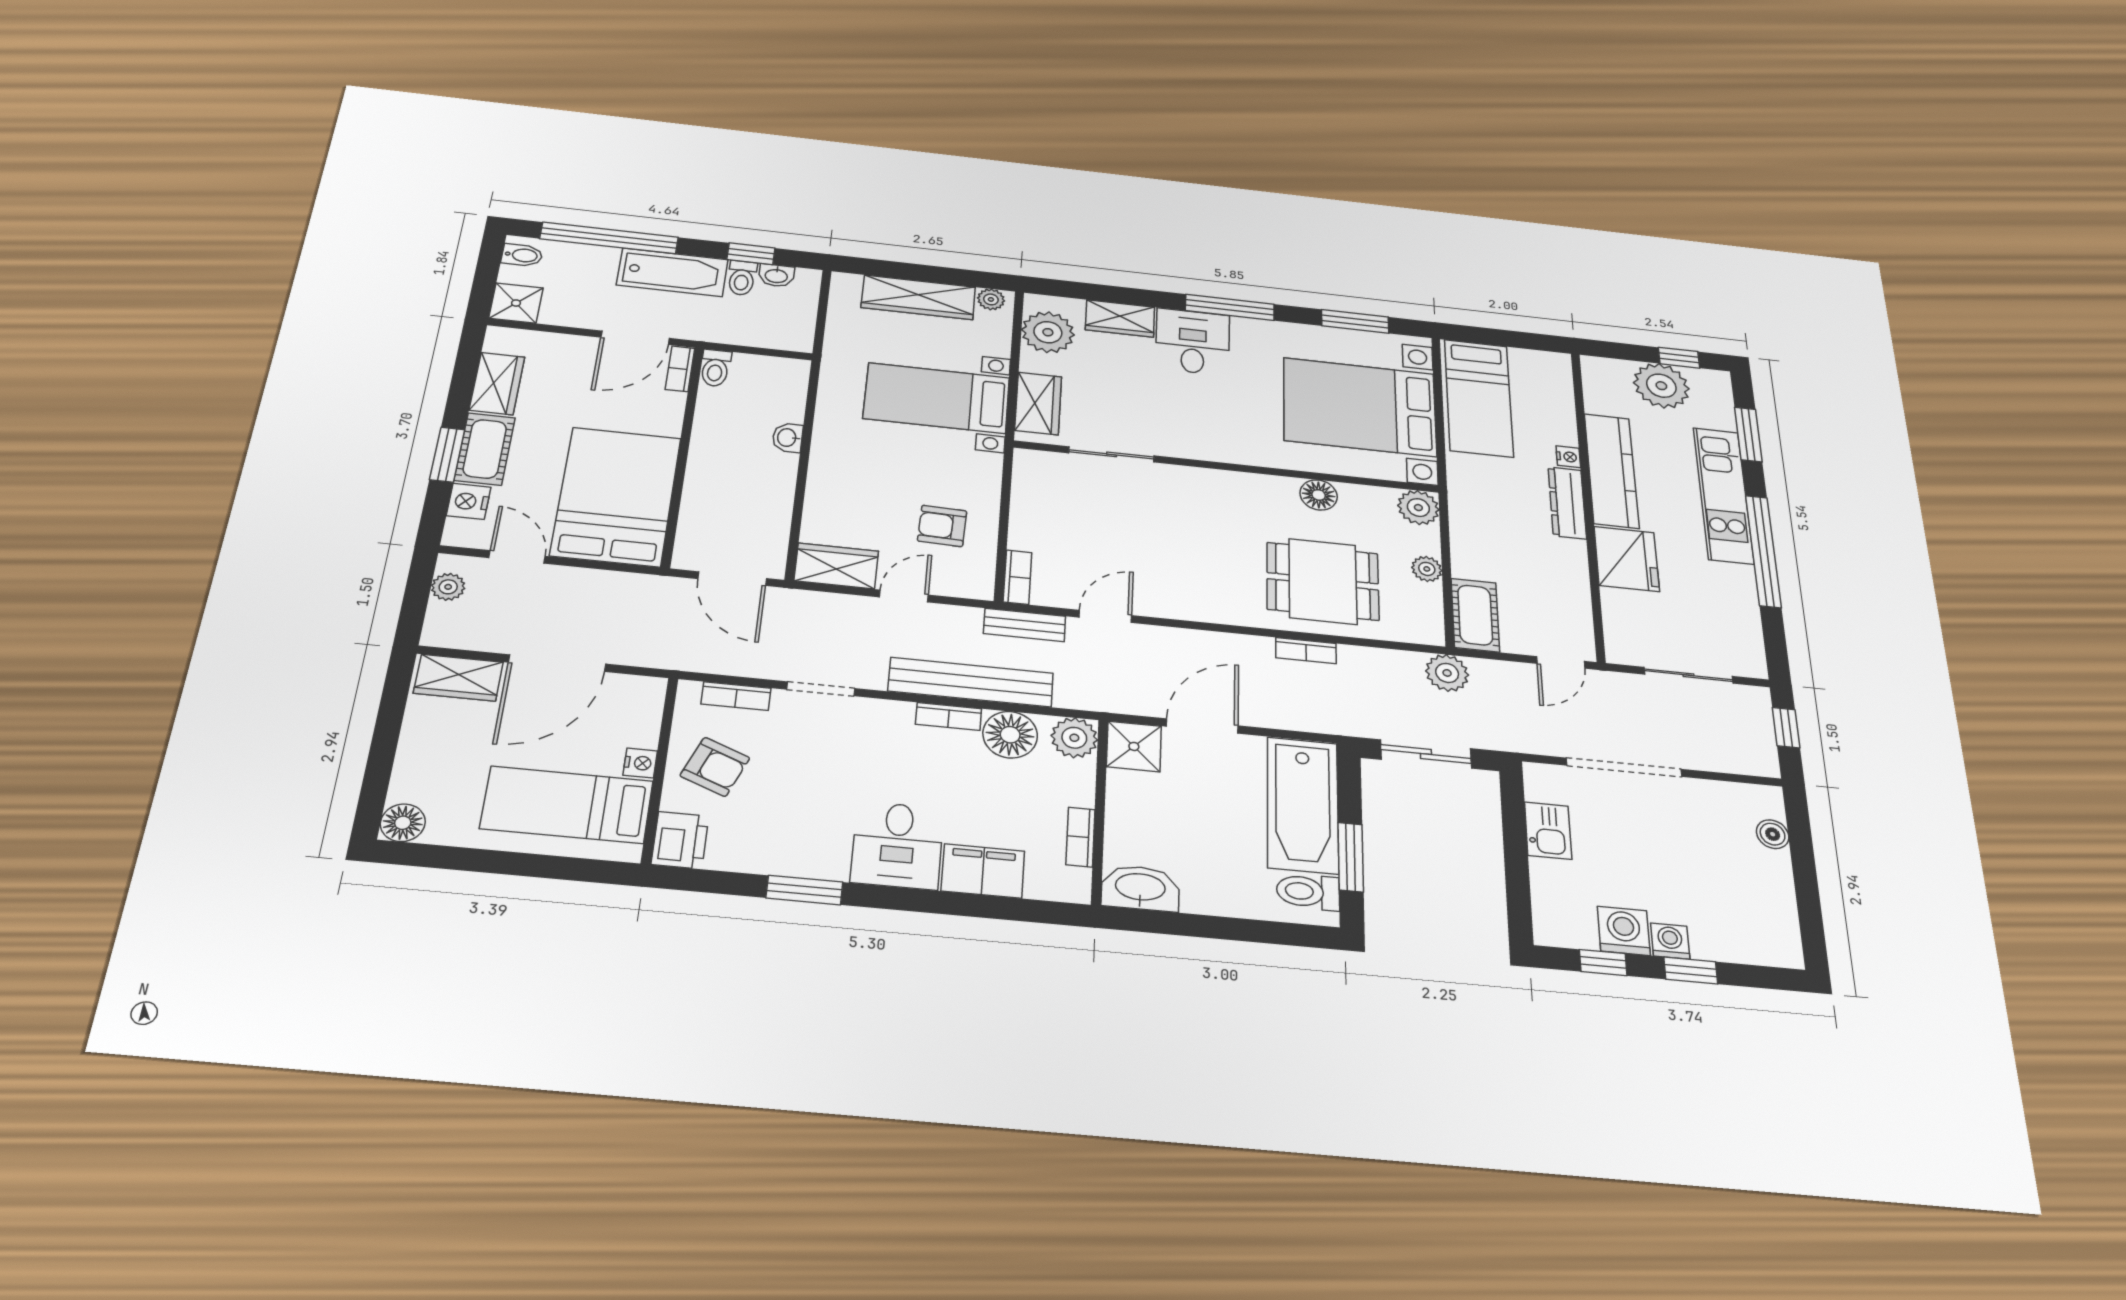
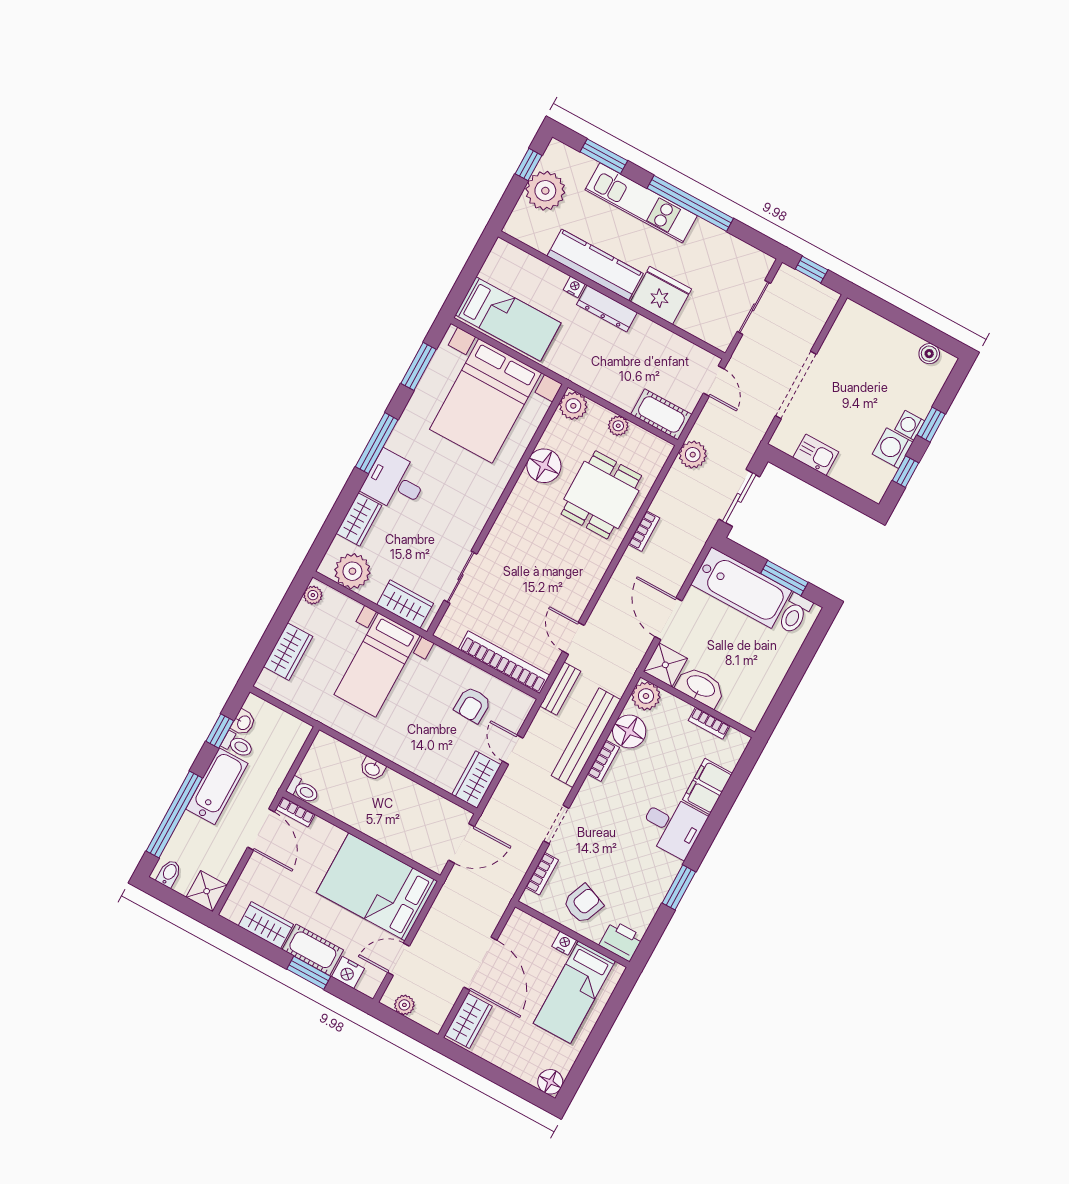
wardrobe: (918, 297) -> (288, 652), width x0.67
floor lamp: (1319, 495) -> (544, 466), width x1.38, depth x1.38
bookcase: (1017, 577) -> (504, 662), width x2.31, depth x1.31
boiler: (1773, 834) -> (929, 354), moved
washbasin: (1140, 888) -> (700, 687), moved, turned 90

